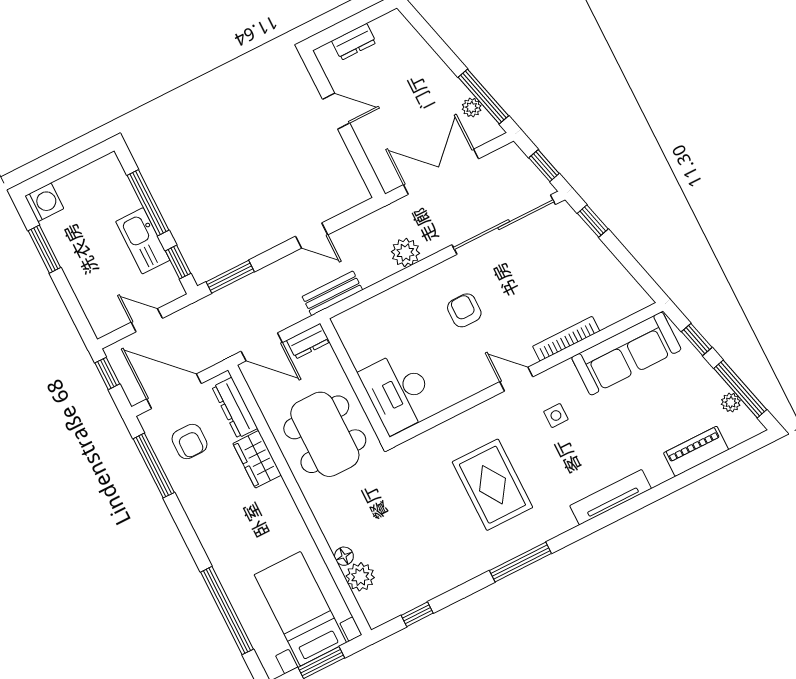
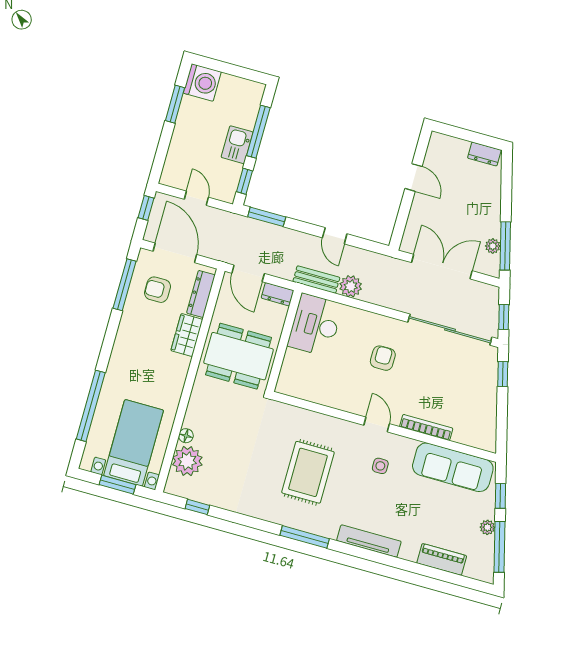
dresser: (354, 42) -> (484, 154), moved
washing machine: (44, 202) -> (202, 82), width x1.37, depth x1.37
kitchen sink: (143, 241) -> (237, 145), width x0.73
plant: (405, 252) -> (351, 286), moved
desk: (398, 392) -> (315, 325), moved
plant: (731, 402) -> (487, 527), moved
dining table: (325, 434) -> (239, 356), turned 90
armchair: (189, 441) -> (157, 290), turned 90
window: (520, 562) -> (305, 537), moved
plant: (360, 577) -> (187, 461), width x1.36, depth x1.36

